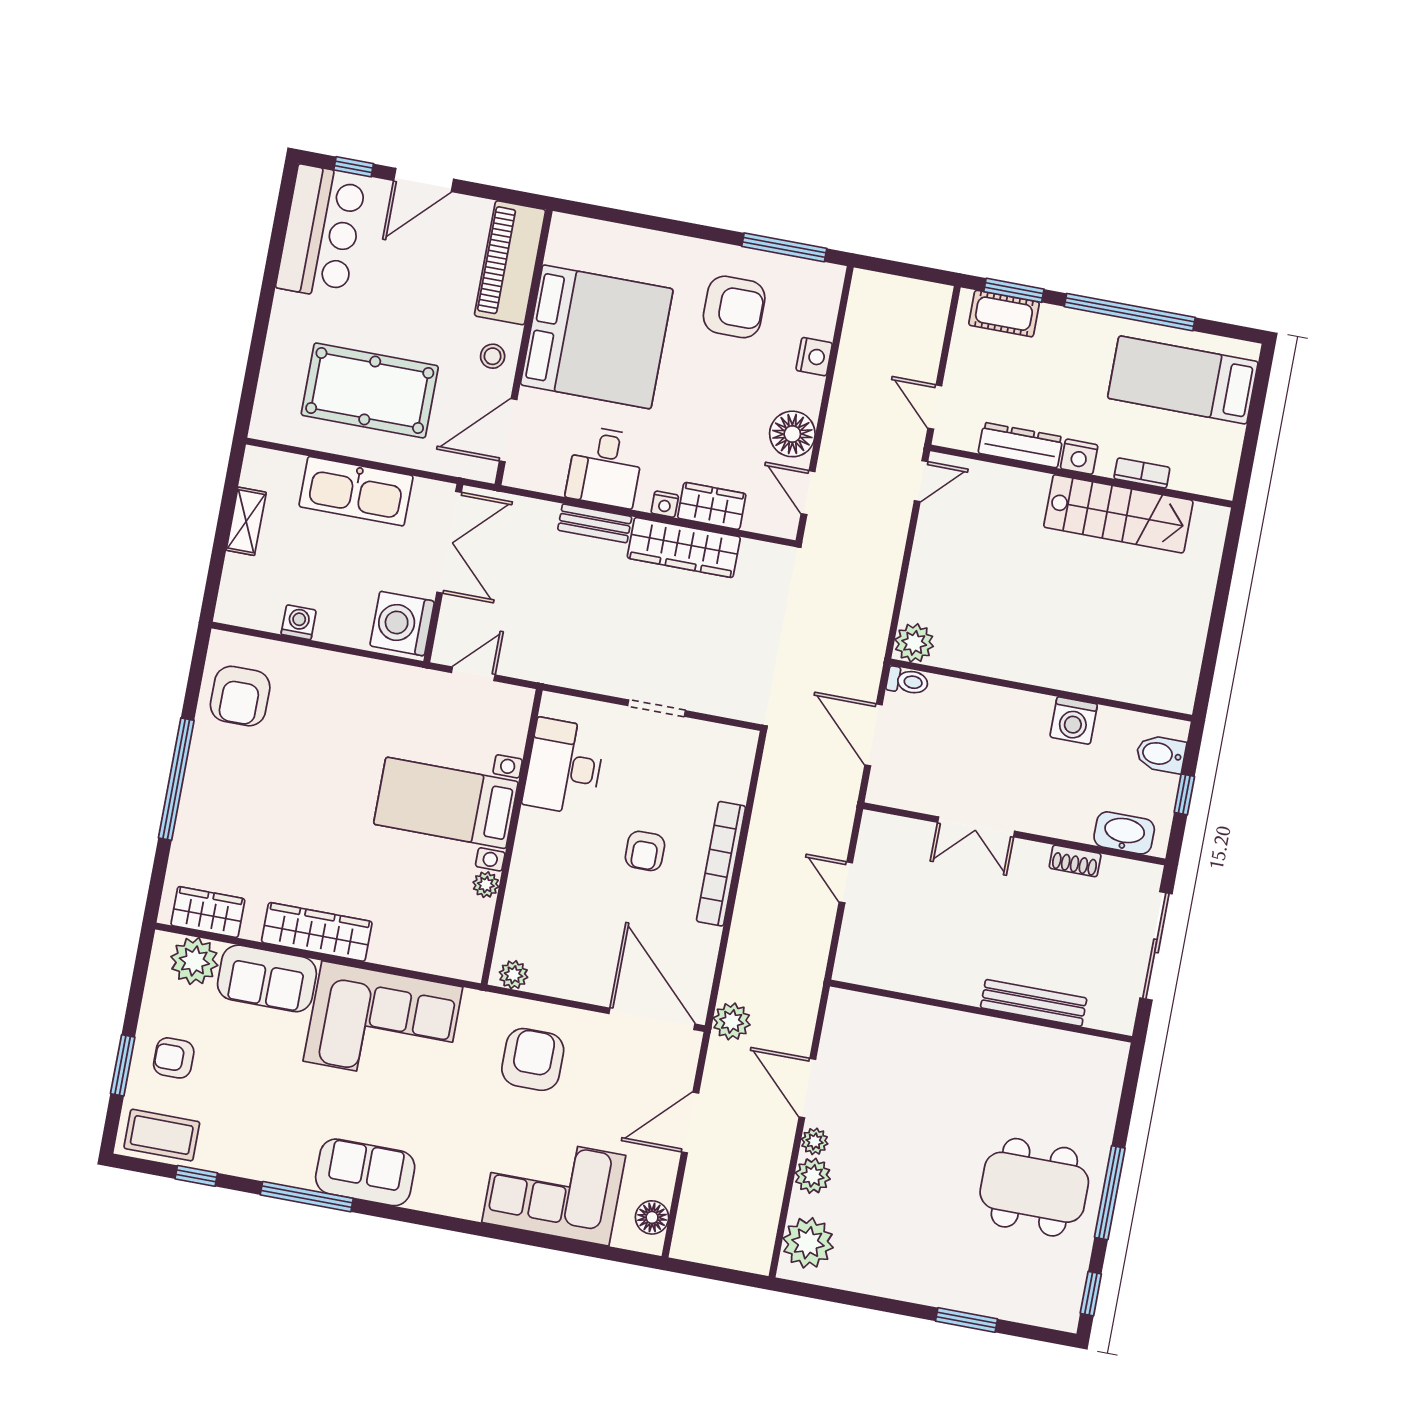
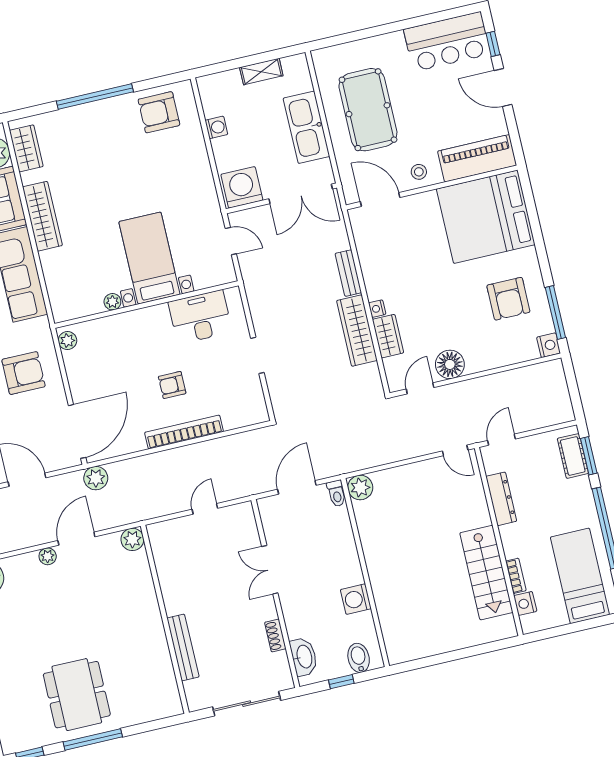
bed: (597, 337) -> (486, 217), moved, turned 90
nightstand: (814, 357) -> (549, 345), moved, turned -90
nightstand: (1079, 457) -> (525, 603), moved
desk: (605, 467) -> (384, 265), removed
plant: (813, 1176) -> (132, 539), moved

